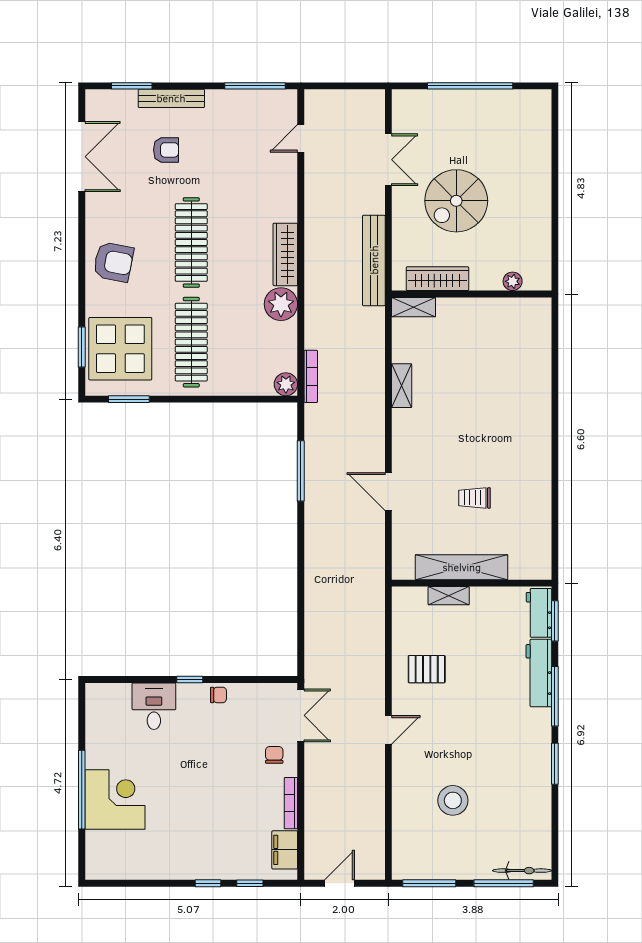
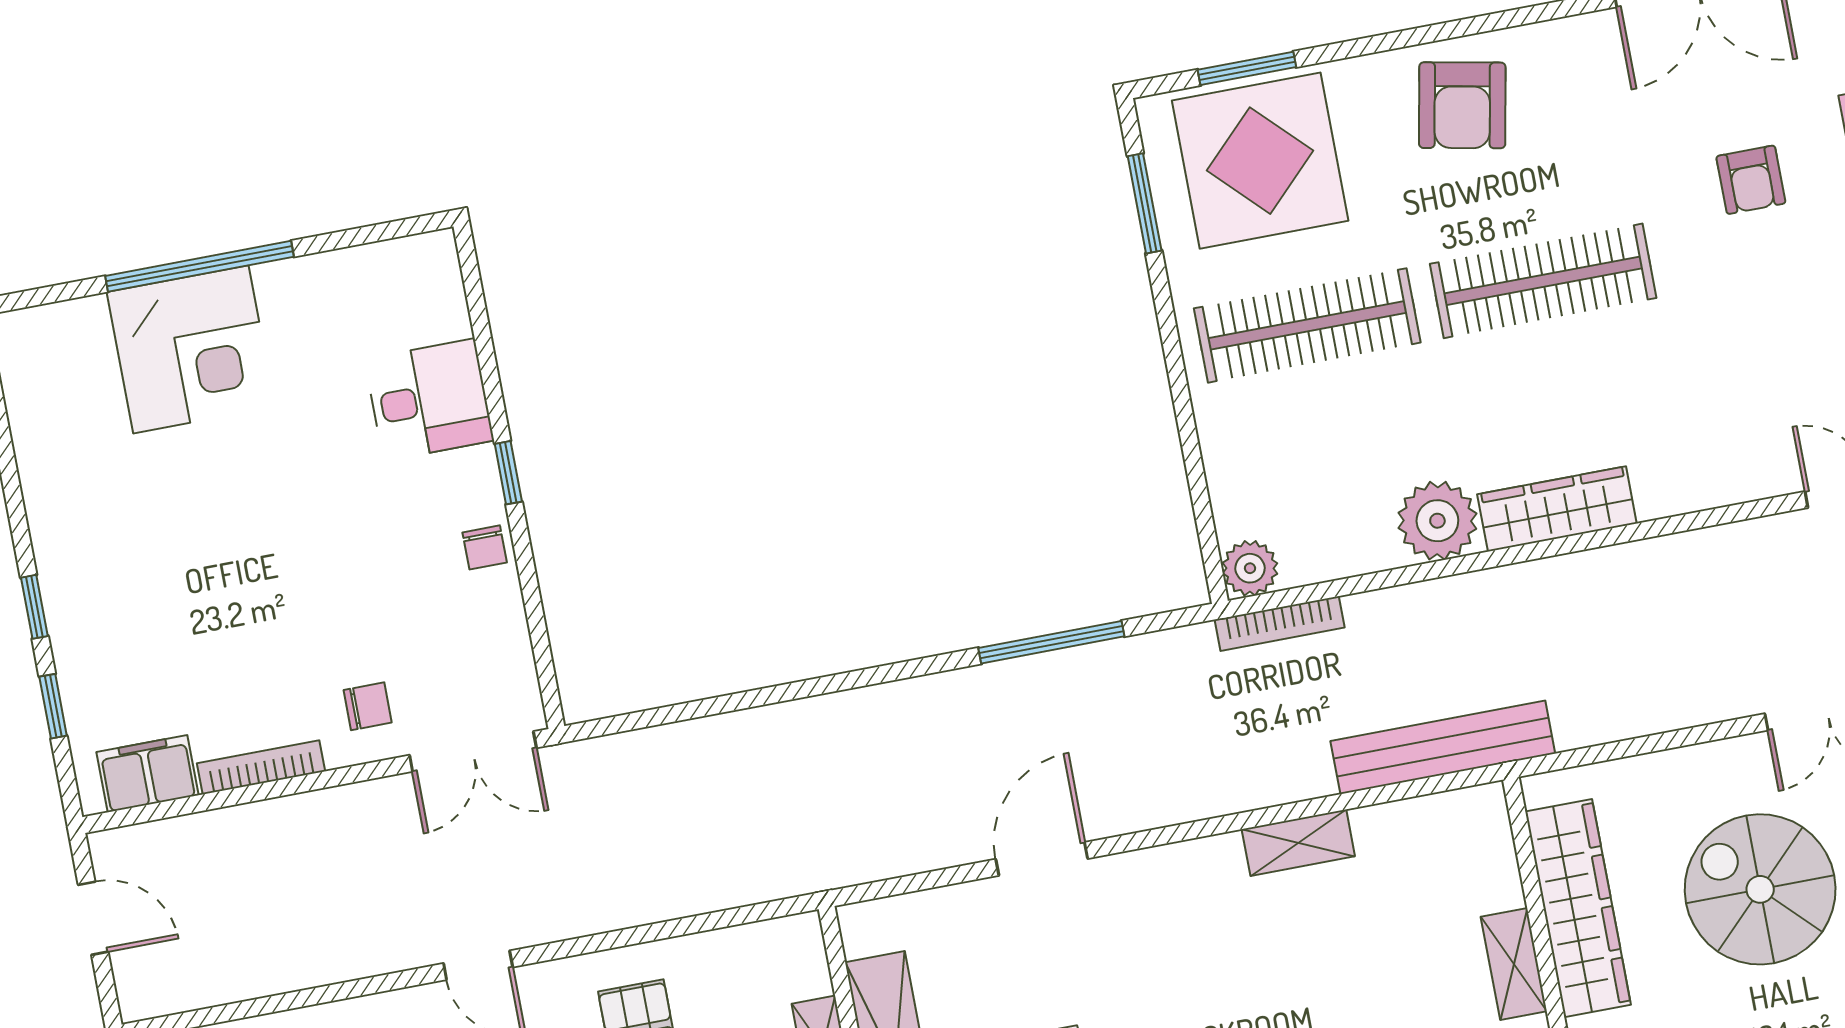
bench: (374, 260) -> (1443, 747), moved
wardrobe: (437, 279) -> (1578, 908), width x1.40, depth x1.17
shelving: (414, 307) -> (1514, 964), moved

